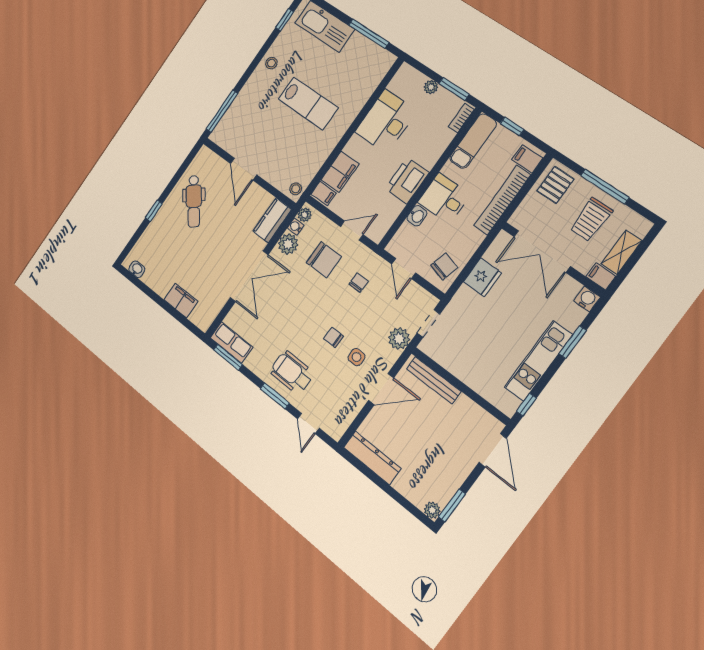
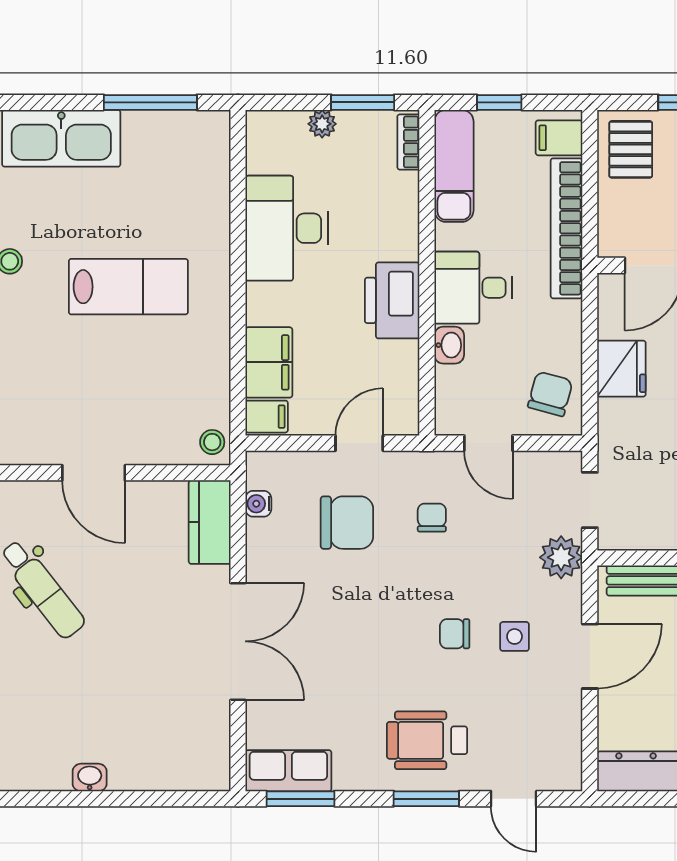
plant: (305, 215) -> (260, 473), removed
plant: (288, 244) -> (267, 541), removed
washbasin: (137, 269) -> (90, 777), moved
filing cabinet: (181, 301) -> (146, 770), removed

